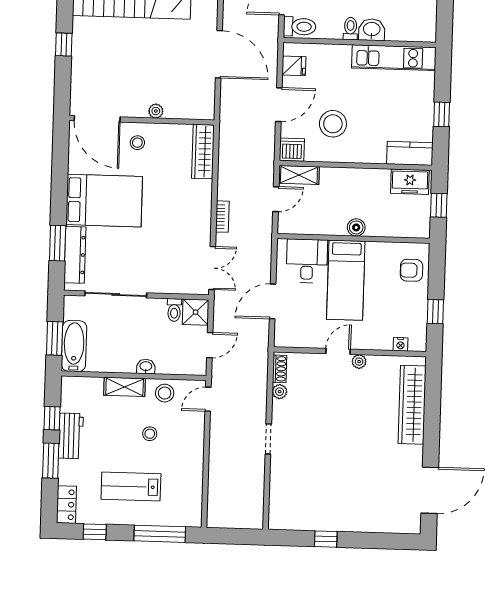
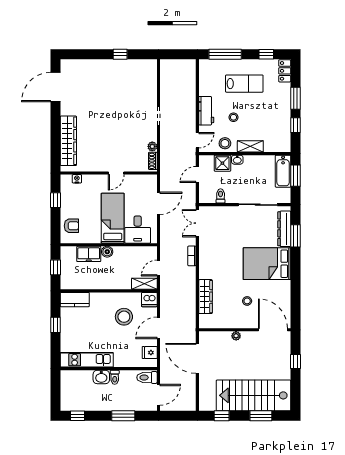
plant: (156, 111) -> (236, 336), moved
door: (97, 119) -> (273, 330), moved
wall: (142, 120) -> (245, 330), moved
freezer: (410, 182) -> (89, 254), moved, turned 180
shower: (196, 312) -> (222, 163), moved
plant: (359, 362) -> (103, 167), removed
workbench: (71, 436) -> (206, 111), moved, turned 180

